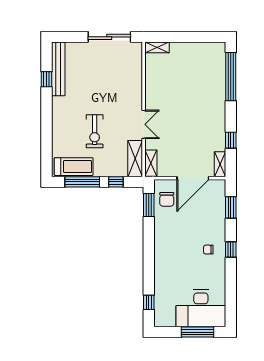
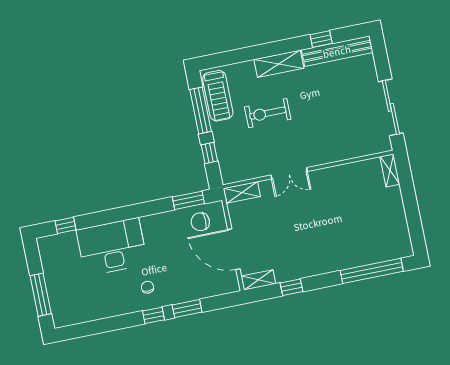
shelving: (135, 159) -> (279, 64), moved
window: (231, 207) -> (187, 309), moved
desk: (201, 308) -> (112, 247), moved, turned 90

